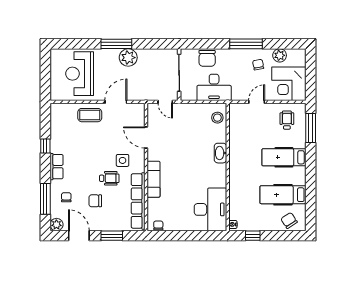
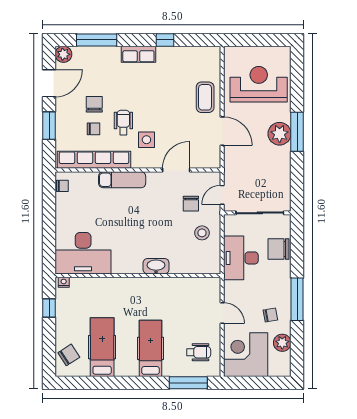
plant: (128, 58) -> (280, 134), moved
stool: (217, 118) -> (202, 233), moved
chair: (172, 126) -> (191, 204), added
wheelchair: (109, 178) -> (123, 122), turned 180
chair: (66, 197) -> (93, 129), moved

